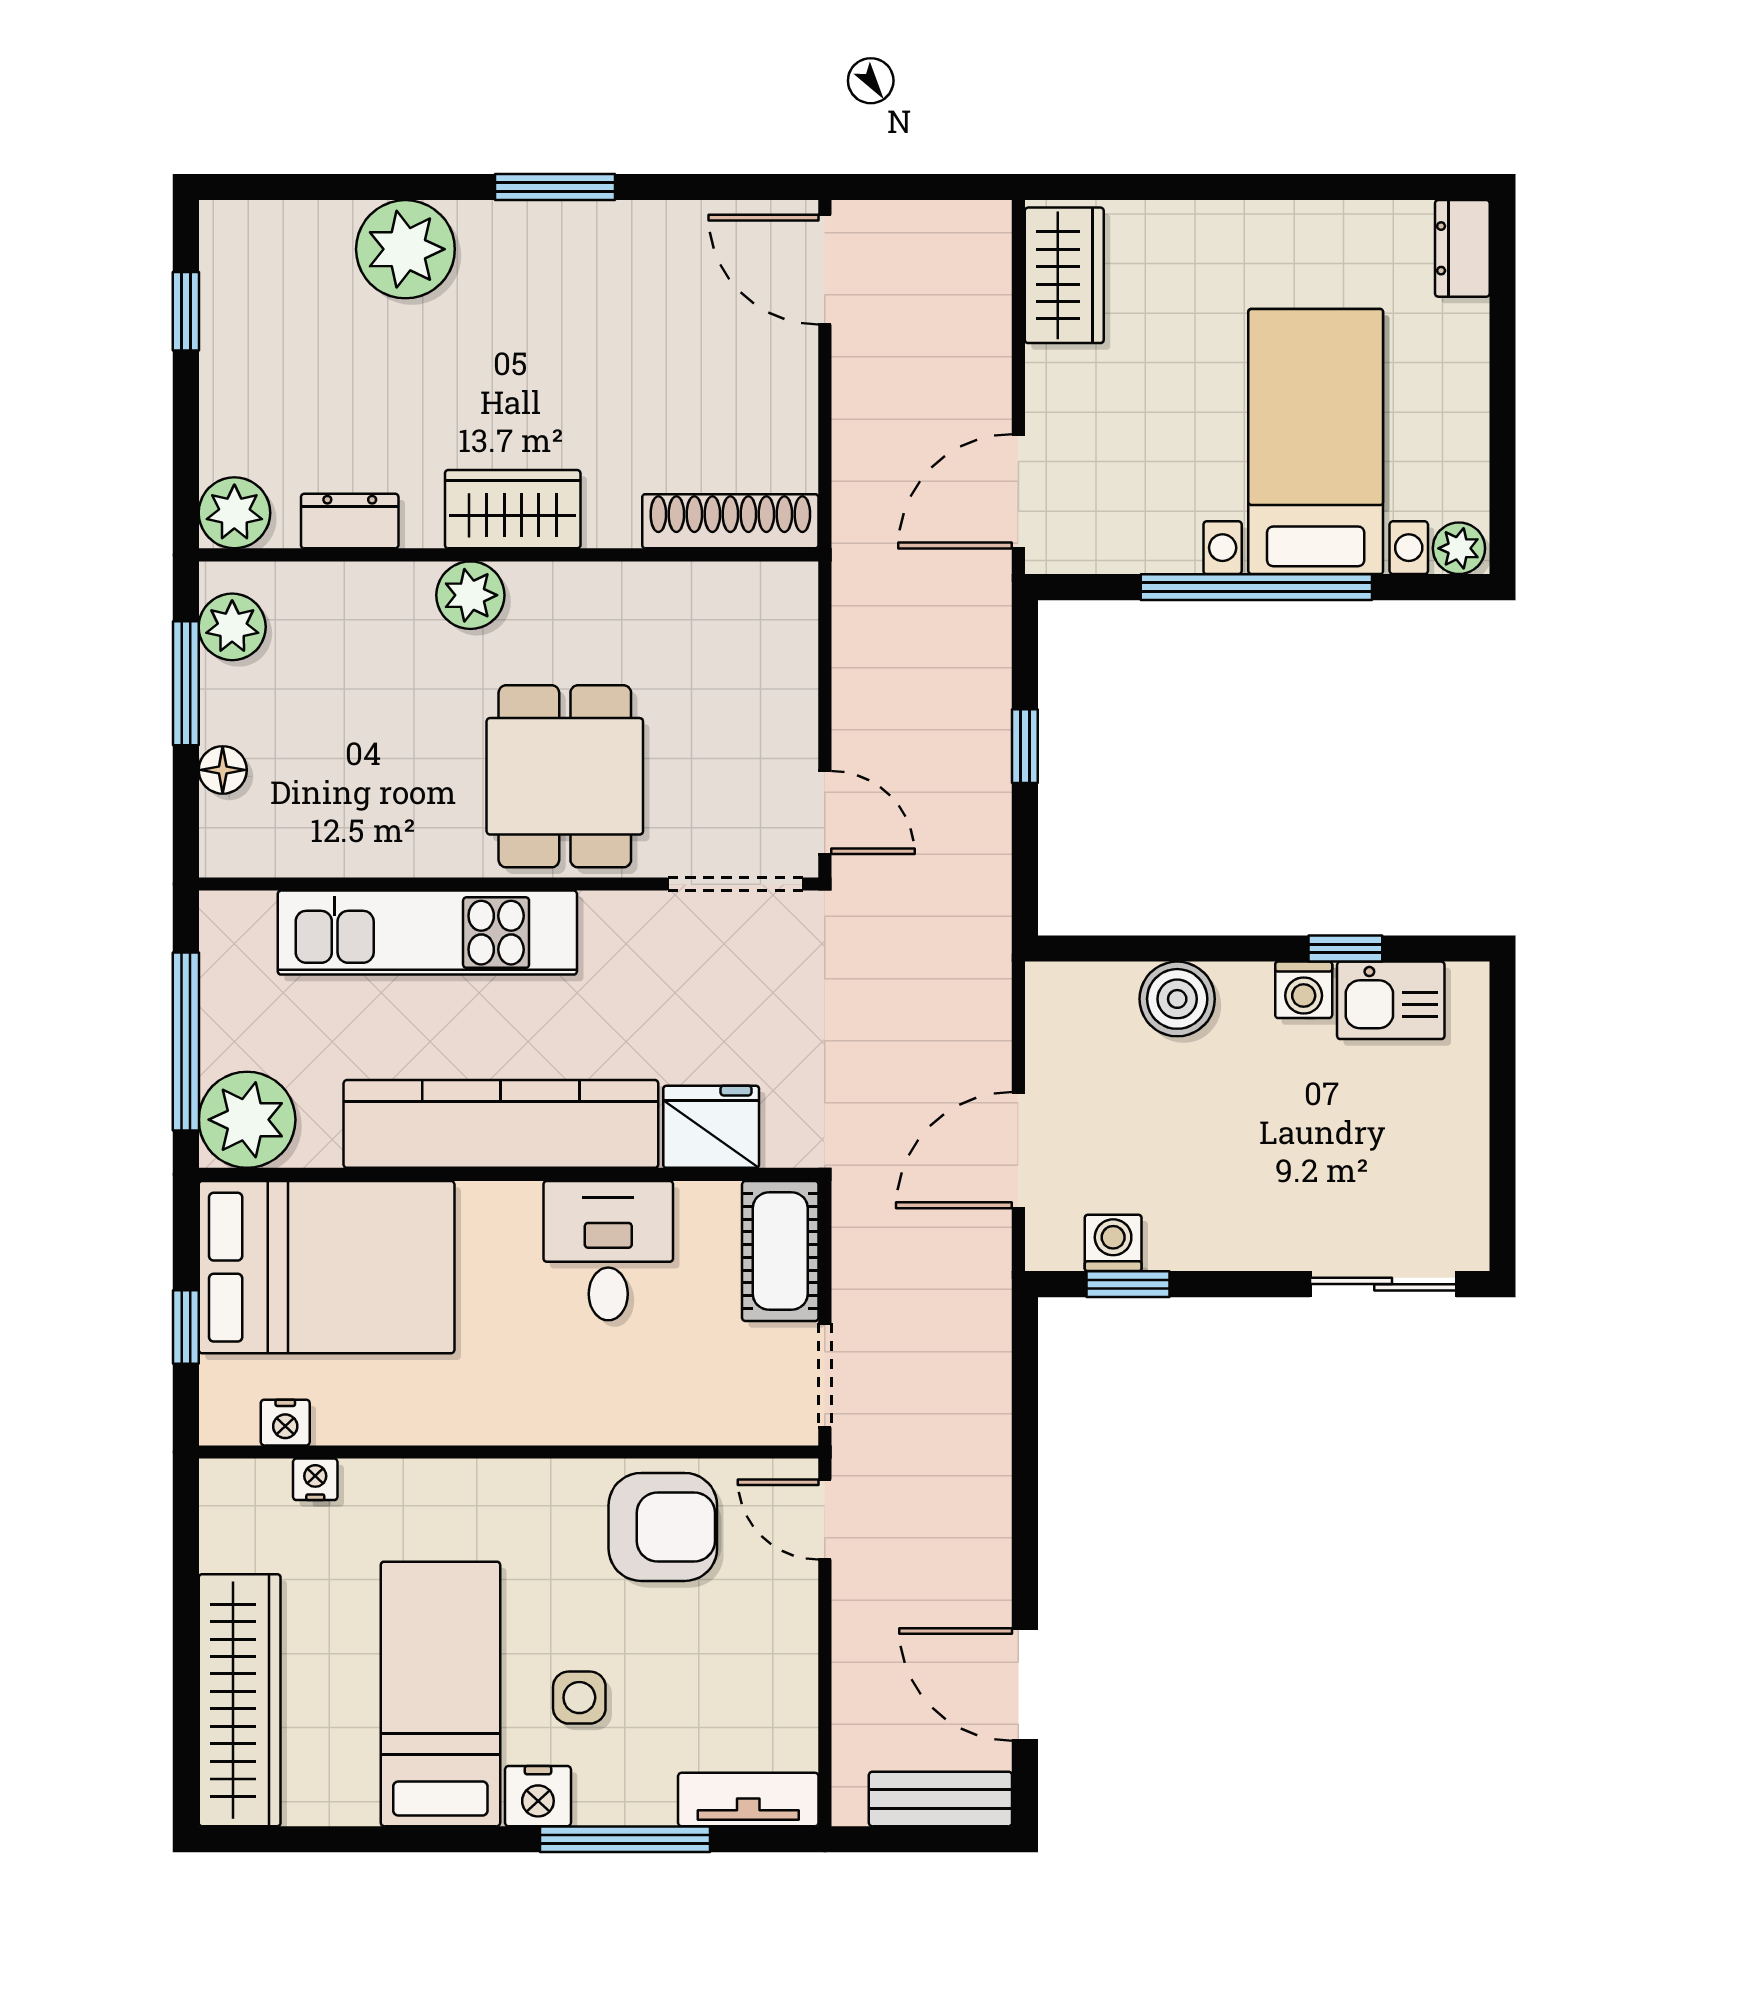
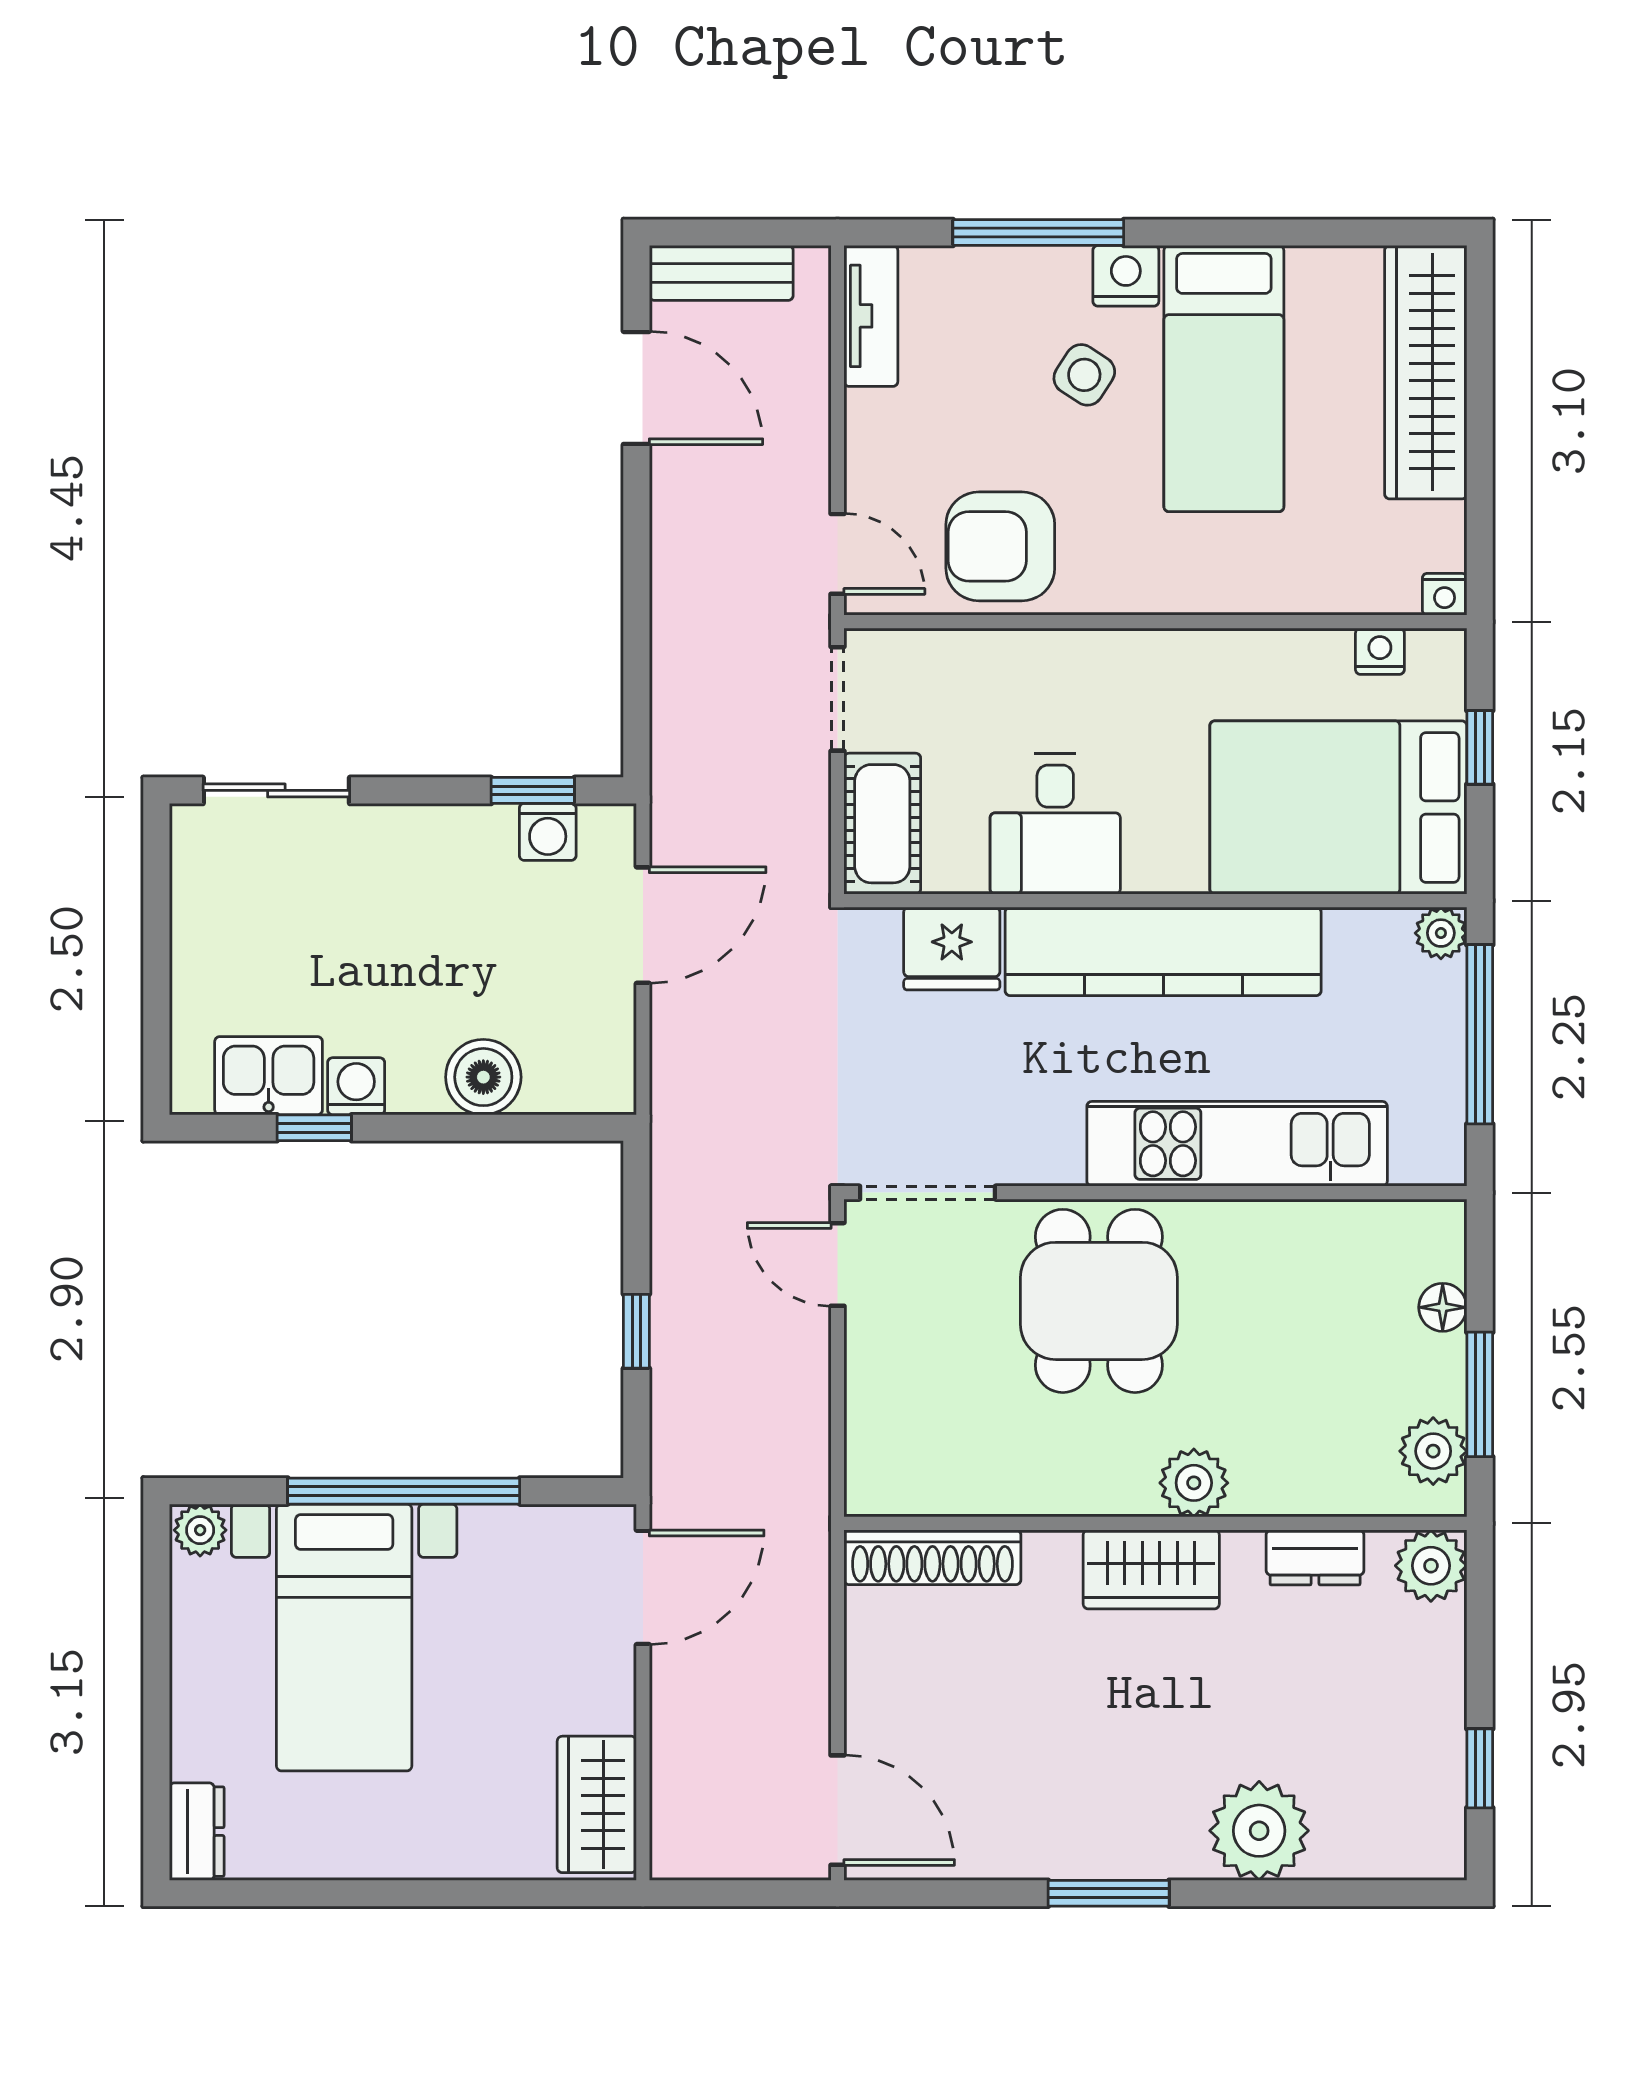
plant: (247, 1120) -> (1441, 933), width x0.53, depth x0.53
nightstand: (315, 1479) -> (1445, 594), moved
side table: (579, 1698) -> (1084, 375), turned 33
tv unit: (748, 1800) -> (871, 316), moved, turned -90

